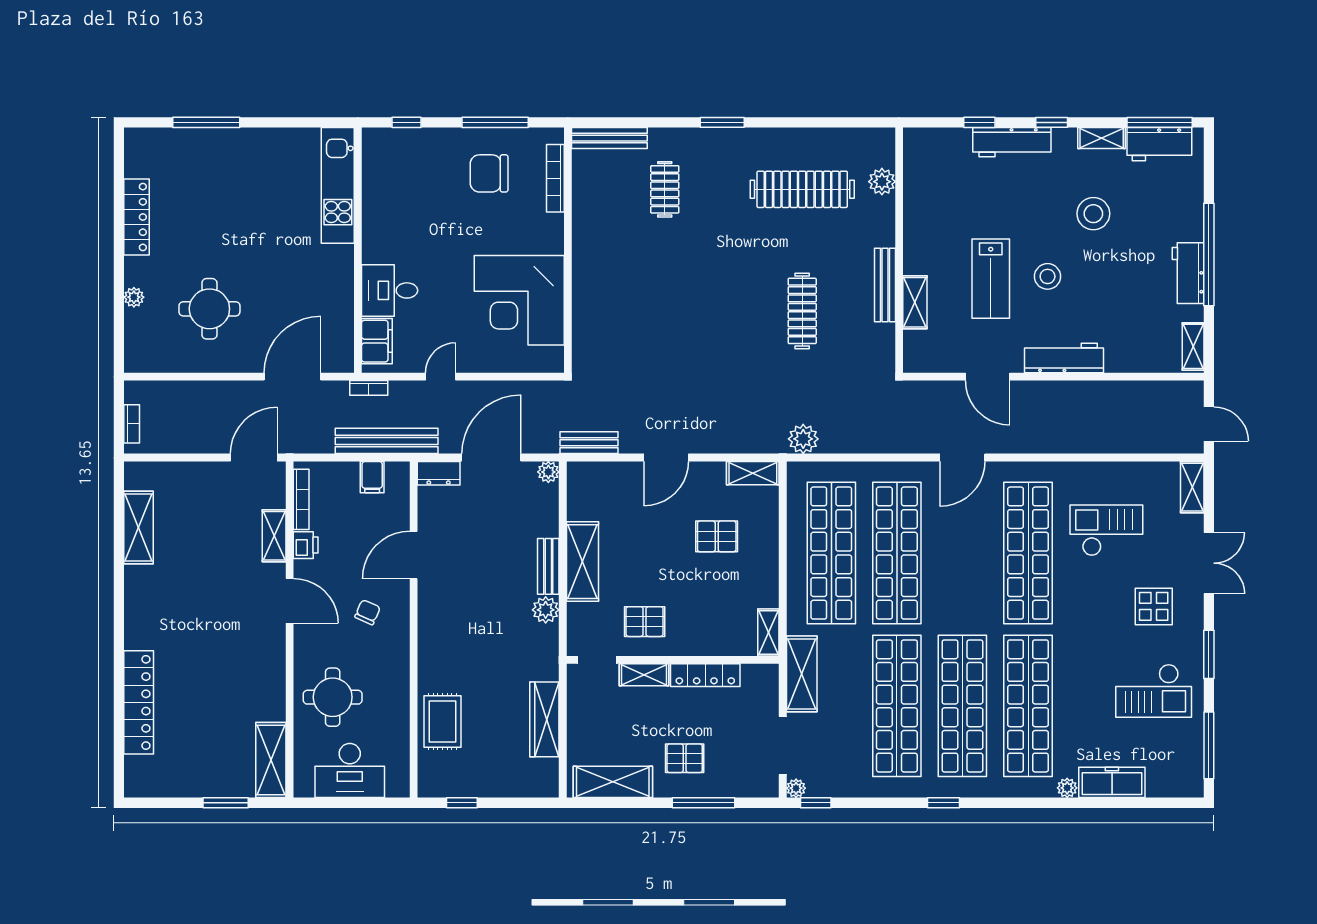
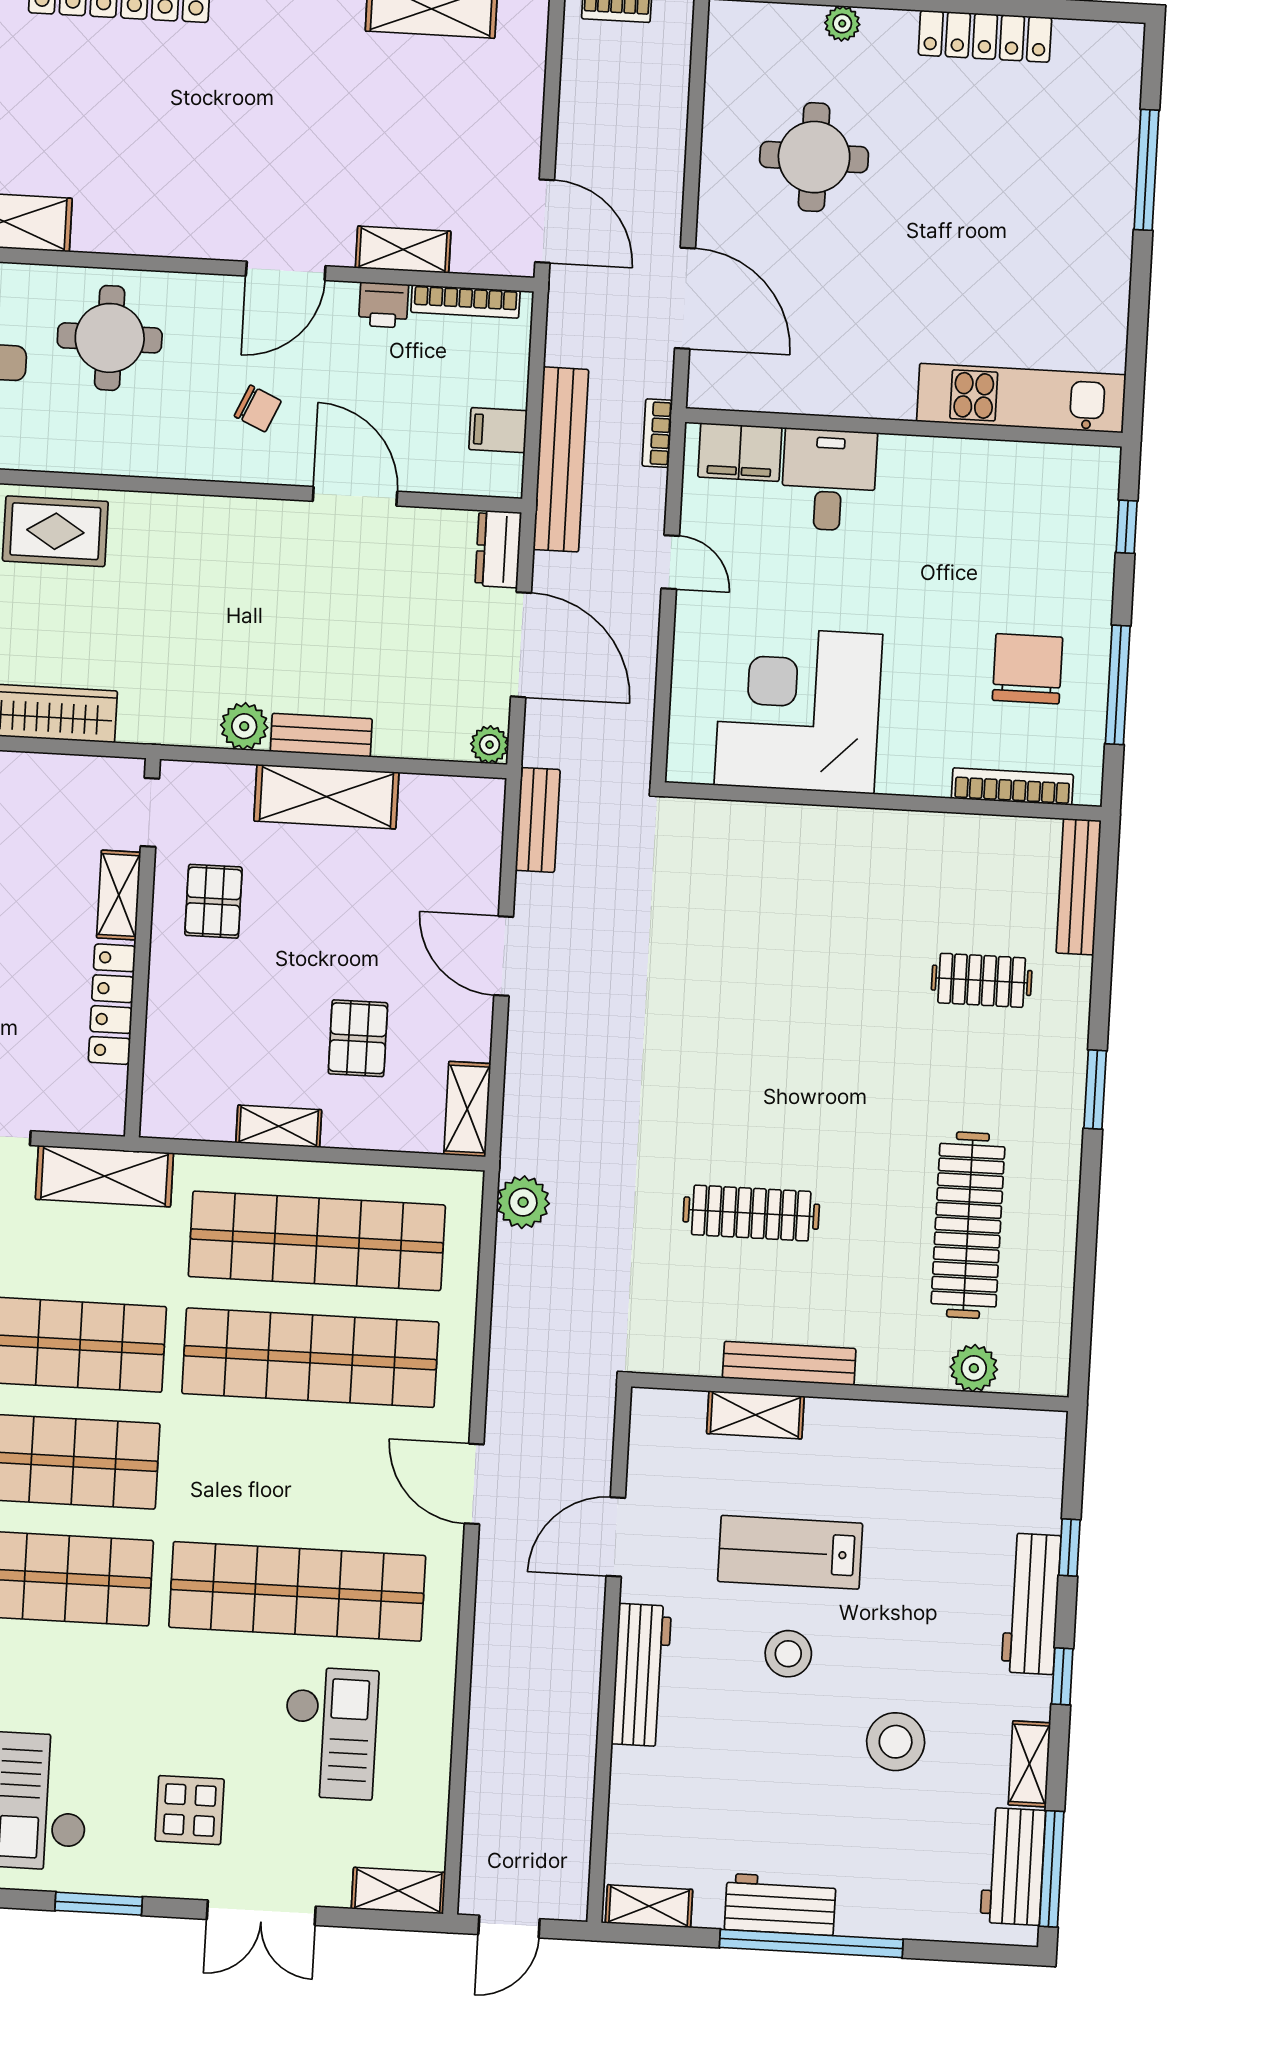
shelving: (768, 633) -> (279, 1126), moved

